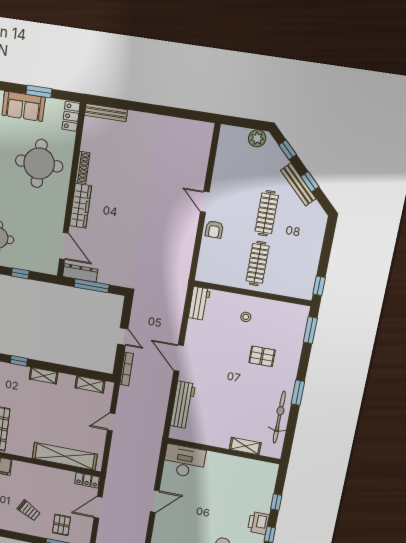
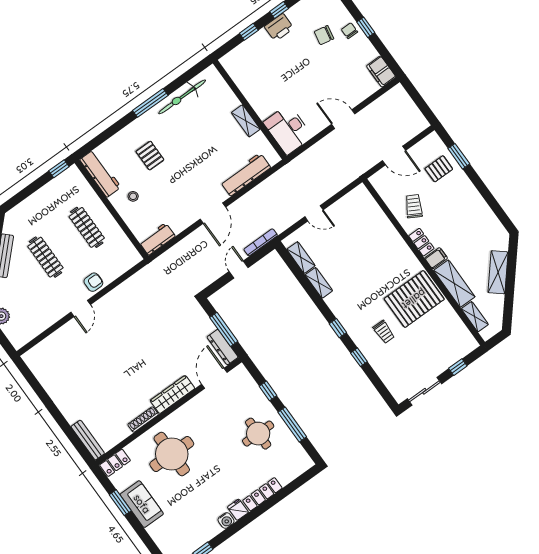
clothes rail: (267, 213) -> (45, 257), turned 90
clothes rail: (258, 264) -> (87, 227), turned 90
workbench: (285, 311) -> (100, 173), added
window: (310, 330) -> (96, 142), removed
shelving: (44, 376) -> (319, 283), moved
window: (298, 393) -> (150, 103), width x1.44
shelving: (245, 446) -> (246, 121), moved
shelving: (65, 456) -> (379, 221), removed
locker: (87, 480) -> (421, 242), moved
trolley: (29, 510) -> (414, 206), moved

